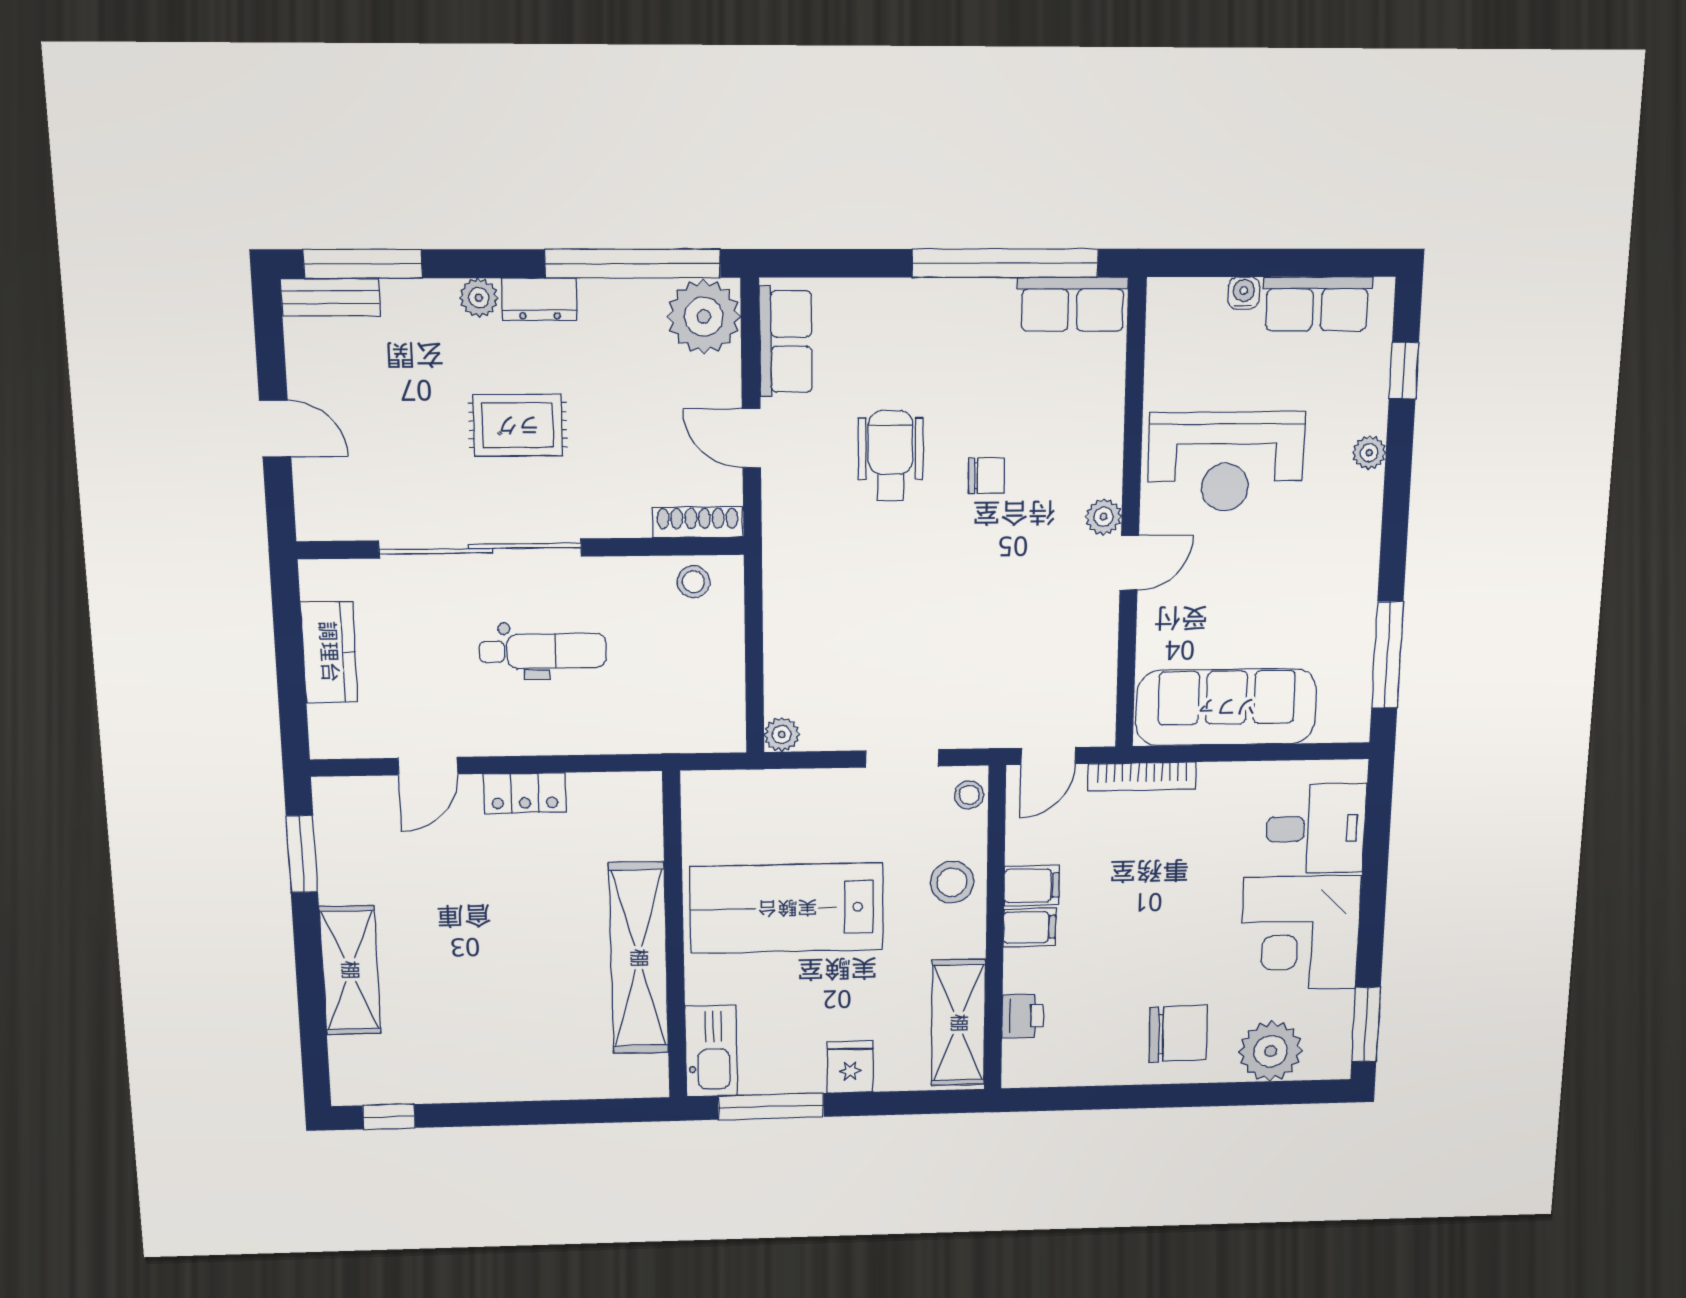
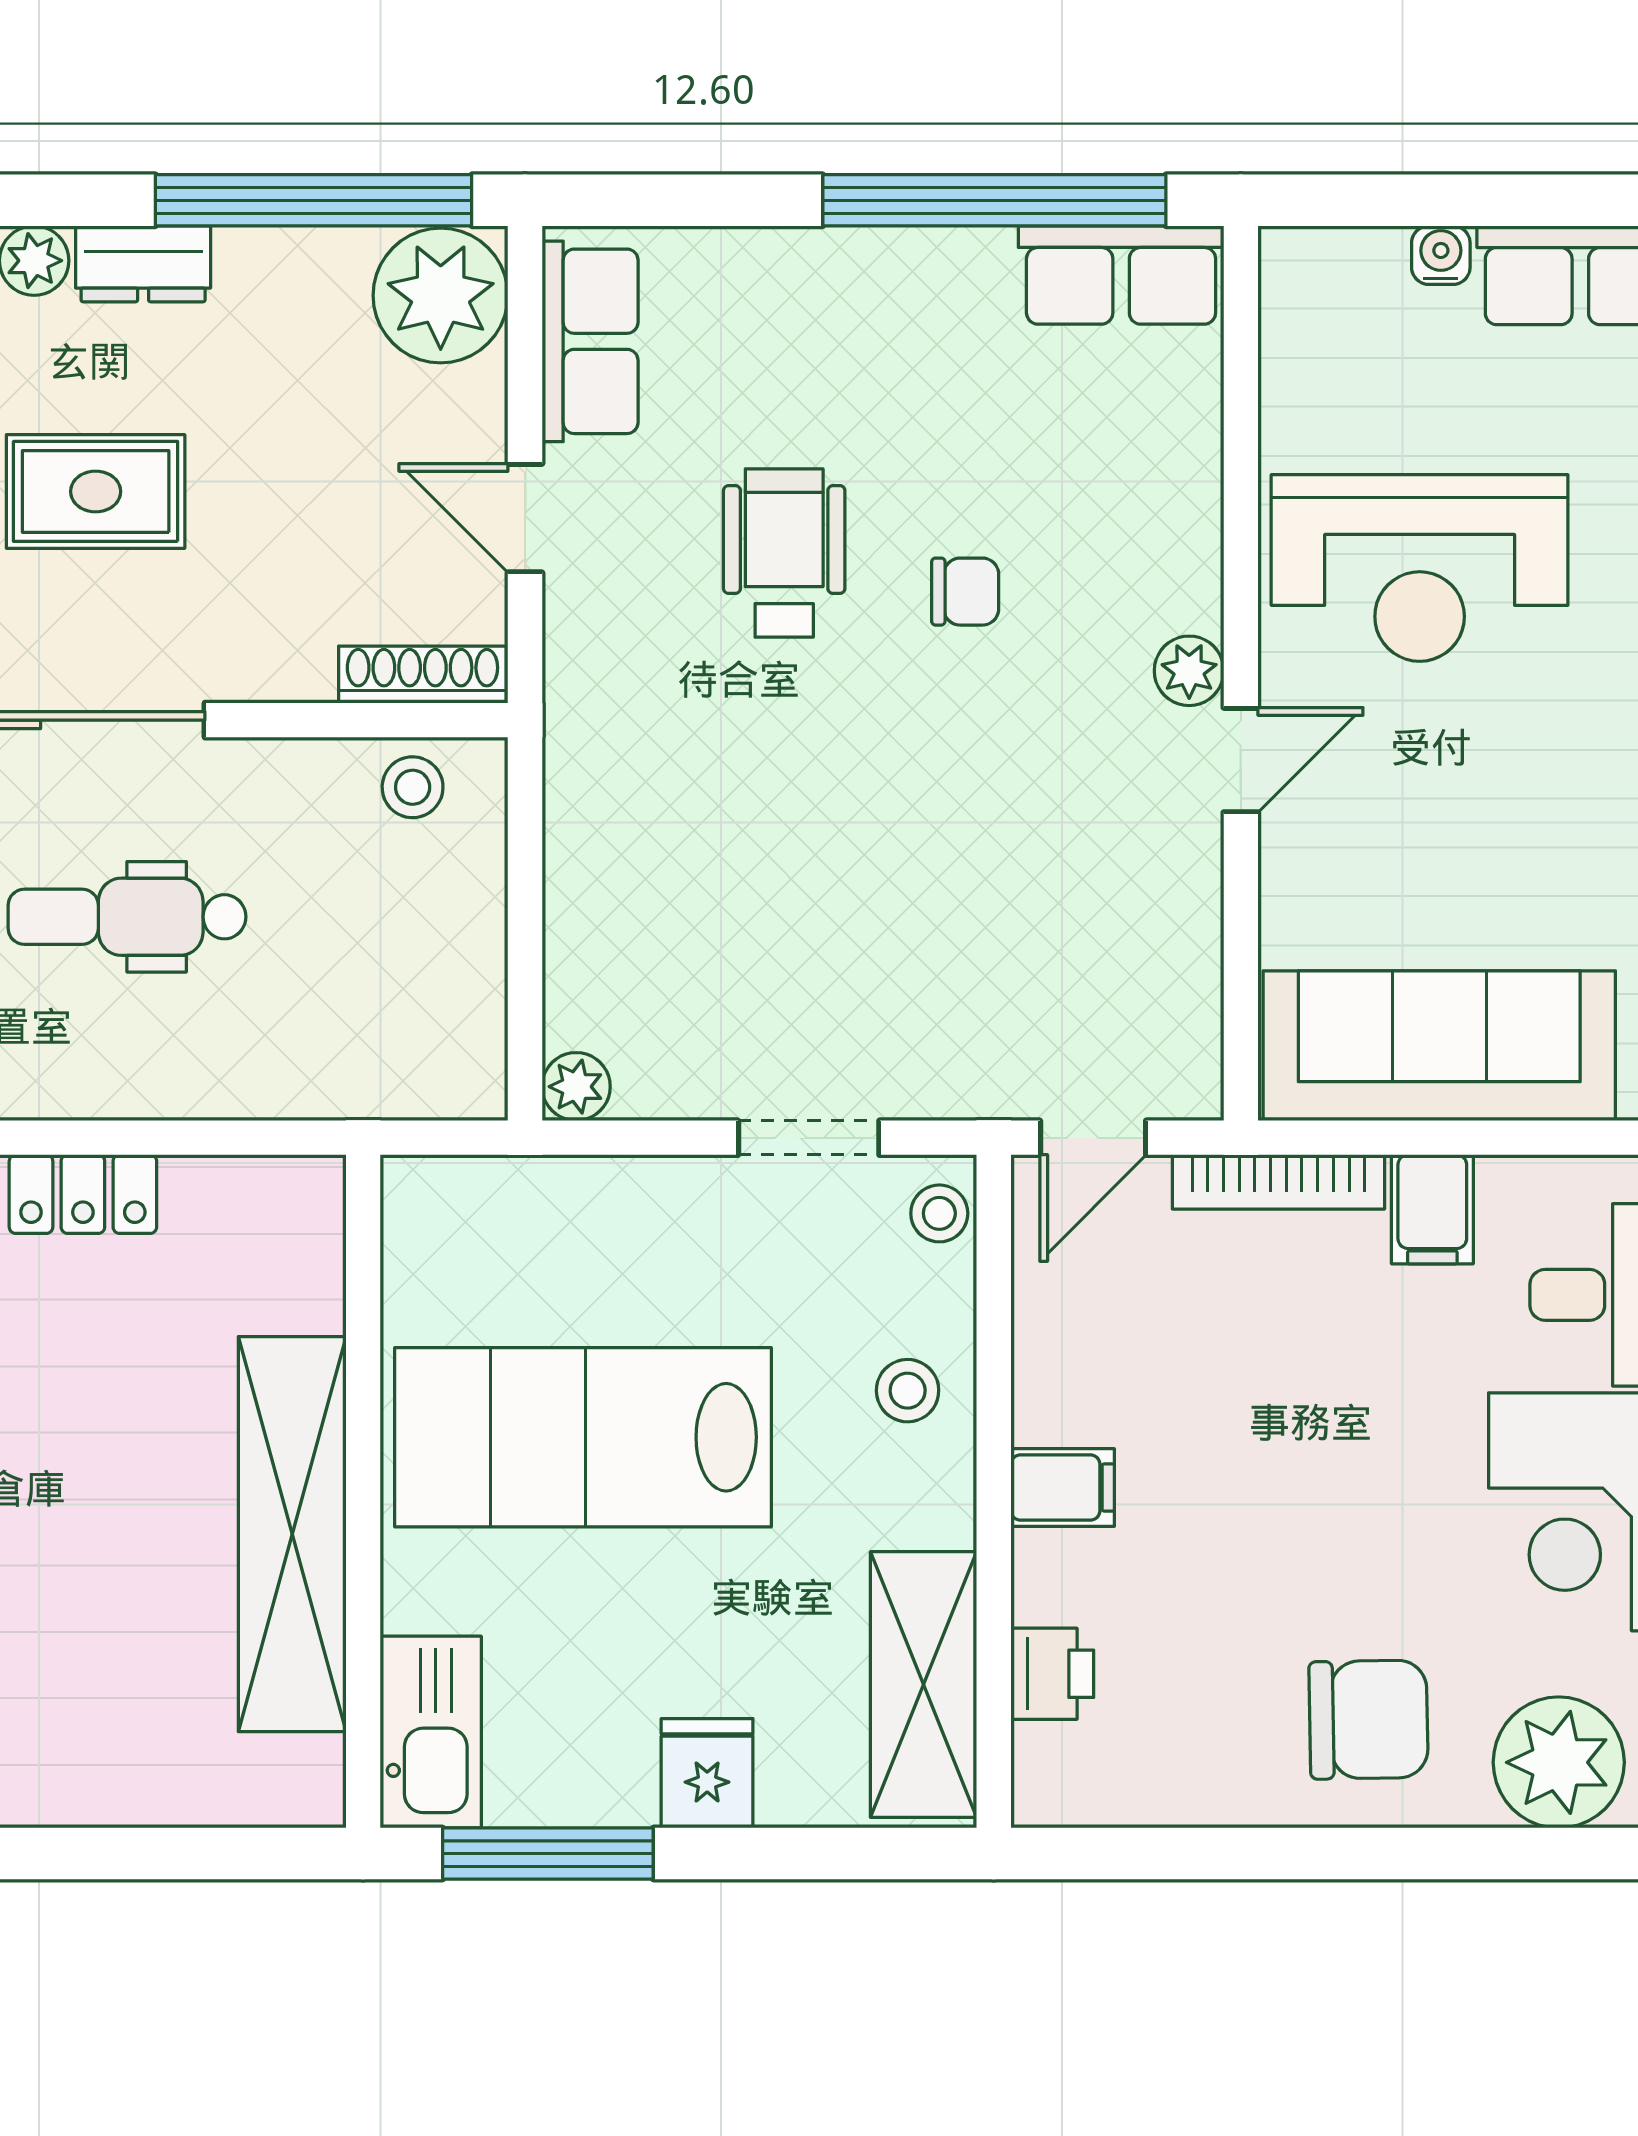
dental chair: (543, 651) -> (127, 917), turned 180
stool: (952, 882) -> (908, 1391), width x0.73, depth x0.73
filing cabinet: (1032, 886) -> (1432, 1209), moved, turned 90

